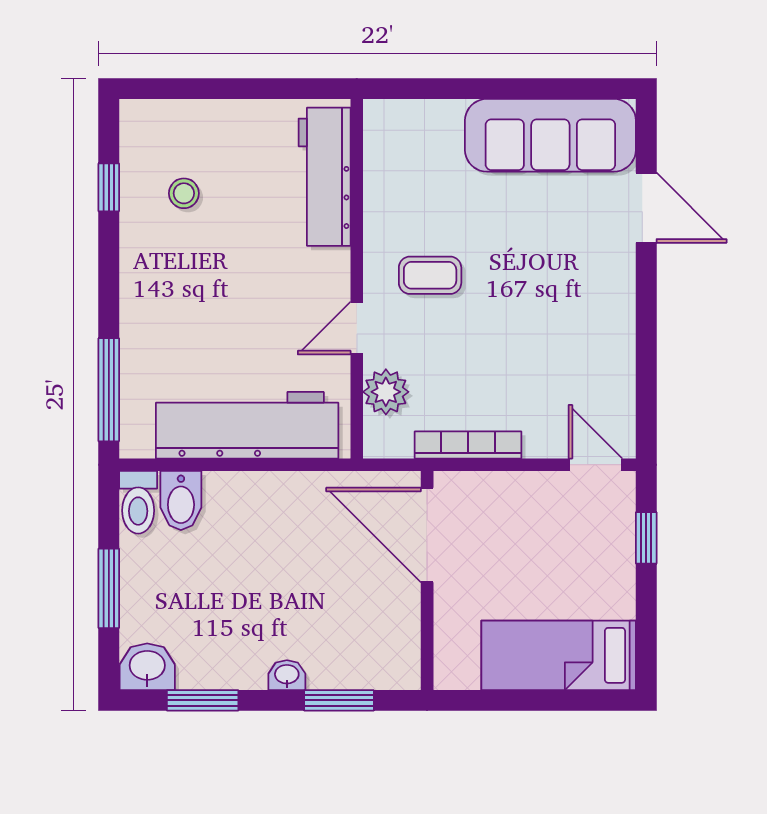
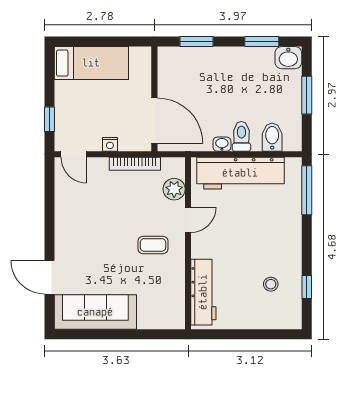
nightstand: (520, 486) -> (110, 144), added
toilet: (138, 502) -> (241, 136), moved
washbasin: (287, 675) -> (222, 144), moved, turned 180

